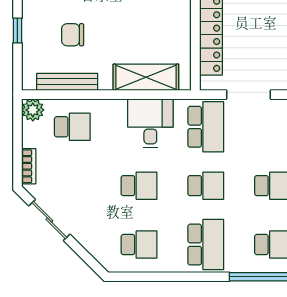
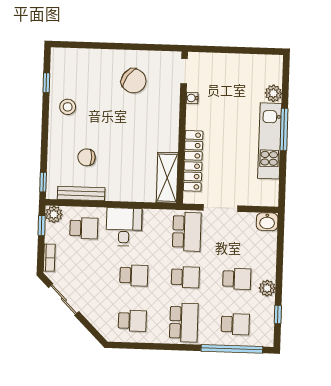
window: (17, 31) -> (43, 182), moved
shelving: (146, 77) -> (167, 178), moved, turned 90
desk: (150, 123) -> (124, 227), moved
window: (17, 125) -> (42, 225), added

